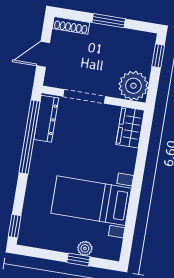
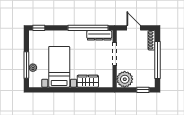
window: (109, 21) -> (157, 60), width x2.11
wardrobe: (130, 127) -> (88, 81), moved
window: (78, 260) -> (26, 65), width x2.17

